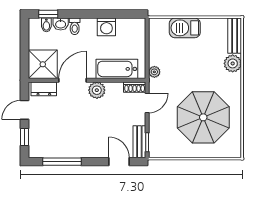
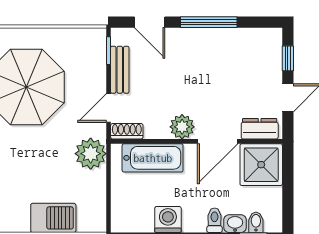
plant: (154, 72) -> (91, 154), width x1.88, depth x1.88
bench: (139, 142) -> (120, 70), moved
window: (62, 162) -> (209, 22), moved

